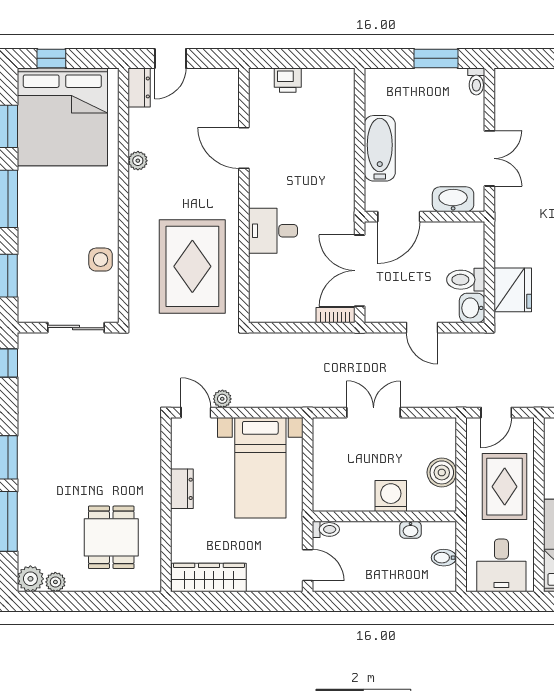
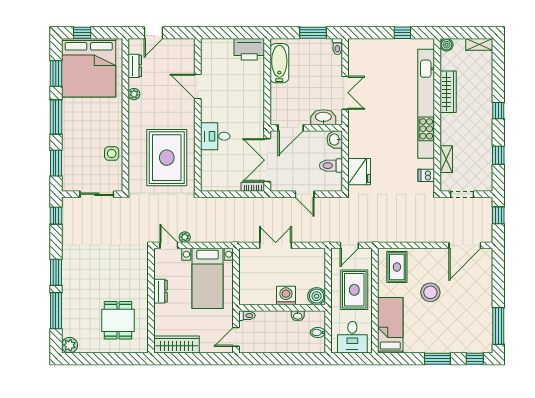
printer: (288, 80) -> (249, 49), moved, width x1.87, depth x1.48
dresser: (139, 87) -> (135, 66), moved
bathtub: (380, 148) -> (279, 63), moved
washbasin: (472, 308) -> (335, 139), moved
boiler: (442, 472) -> (317, 296), moved
door: (308, 565) -> (236, 337), swing flipped
plant: (55, 582) -> (85, 347), removed

